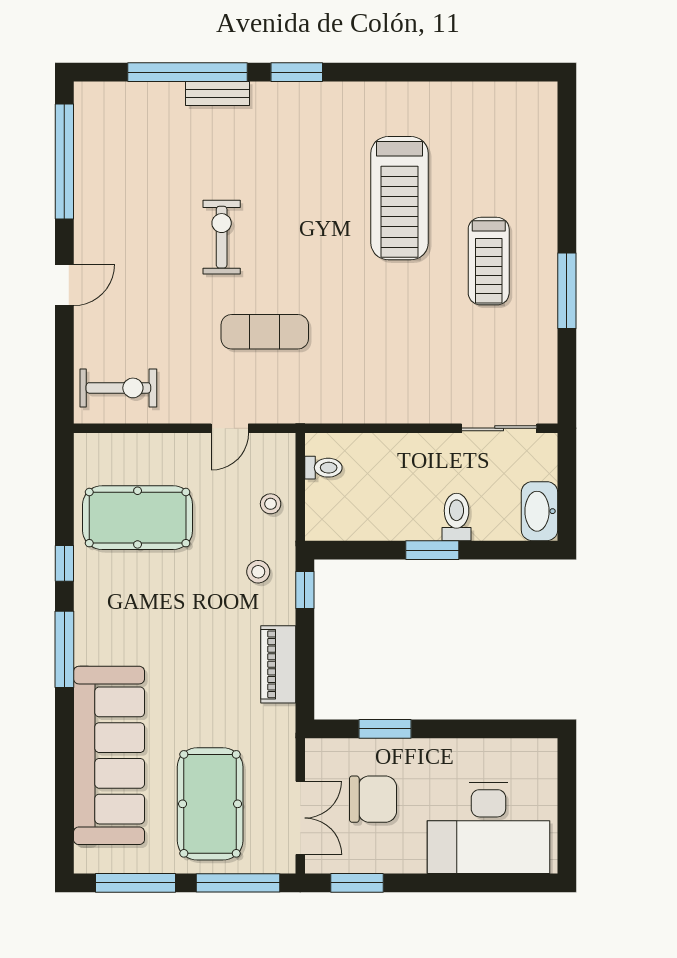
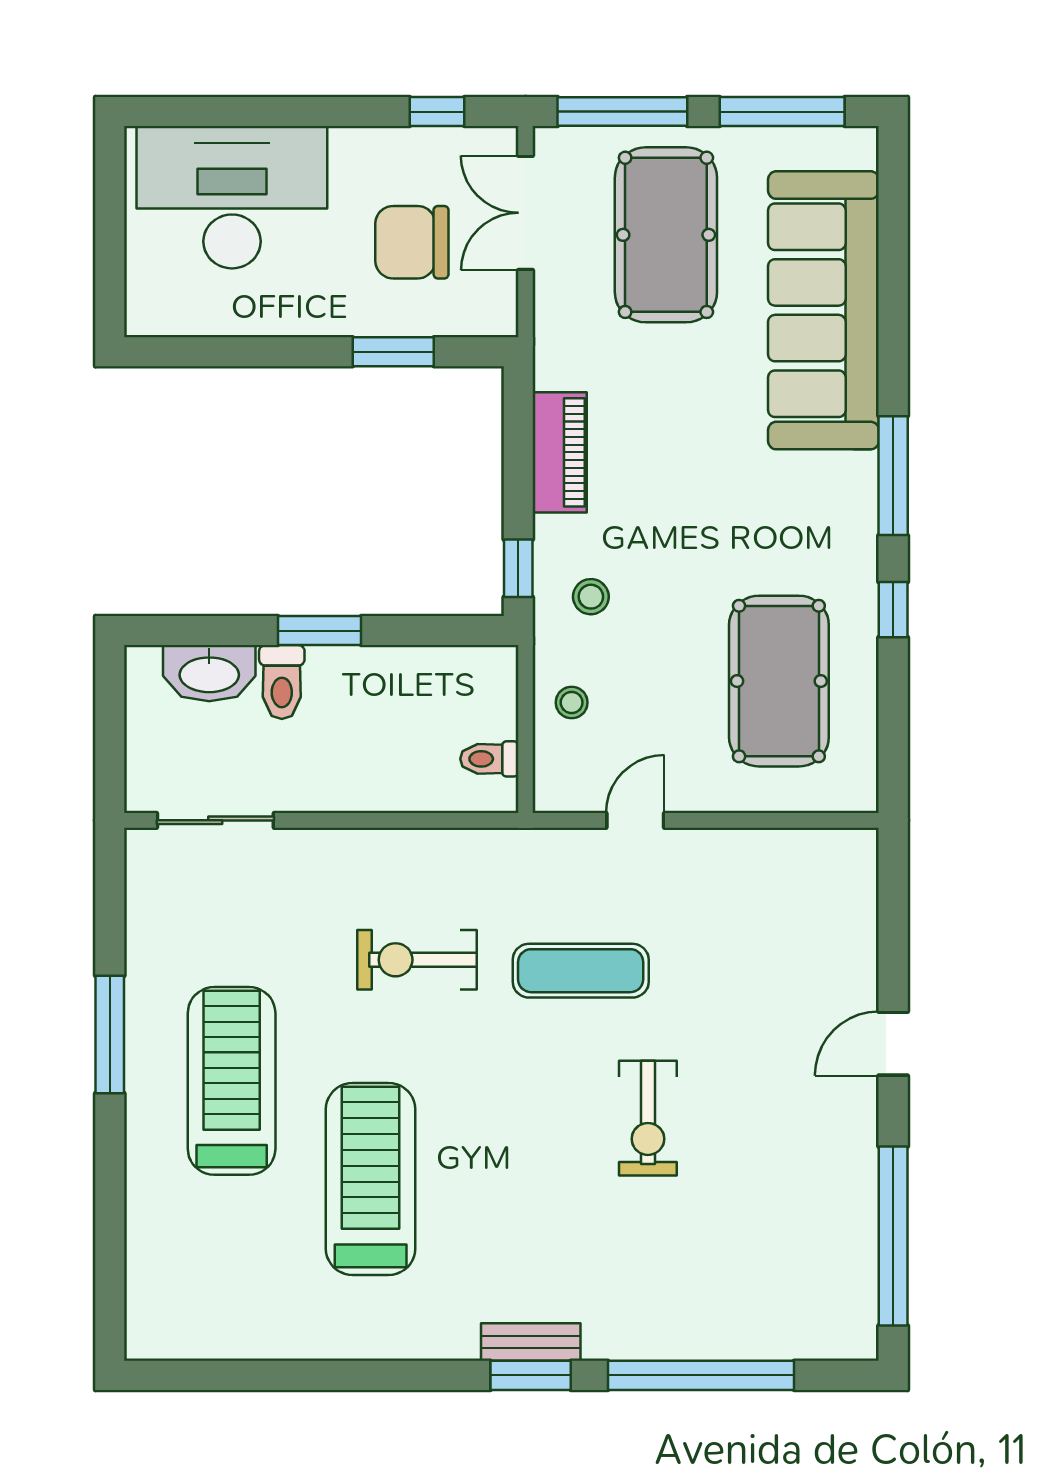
bench: (218, 94) -> (531, 1342), moved
treadmill: (489, 261) -> (232, 1081), width x1.37, depth x1.38
exercise bike: (118, 388) -> (417, 960), moved
washbasin: (539, 511) -> (209, 673), moved, turned 90
pool table: (138, 518) -> (779, 681), turned 90
window: (357, 883) -> (437, 112), width x0.67

